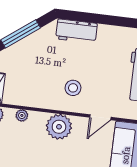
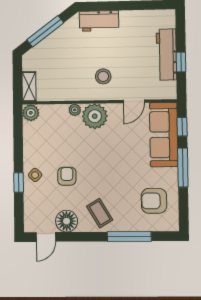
plant: (22, 115) -> (75, 110), moved

